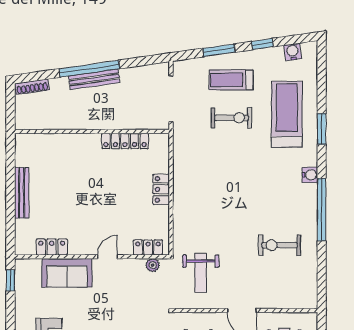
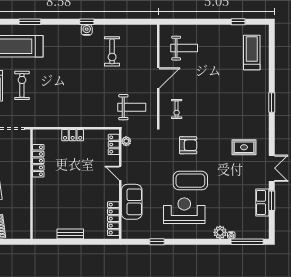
water cooler: (310, 175) -> (87, 30), moved
bench: (22, 193) -> (70, 234), width x0.73
window: (322, 210) -> (87, 22), width x0.32
locker: (52, 247) -> (113, 219), width x1.53
window: (10, 281) -> (157, 242), moved

